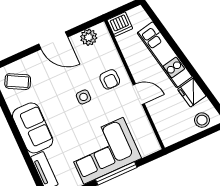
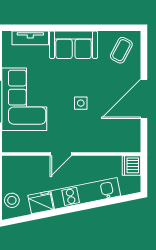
plant: (89, 37) -> (132, 132), removed
door: (53, 41) -> (144, 99), width x1.36
armchair: (110, 79) -> (86, 134), removed

